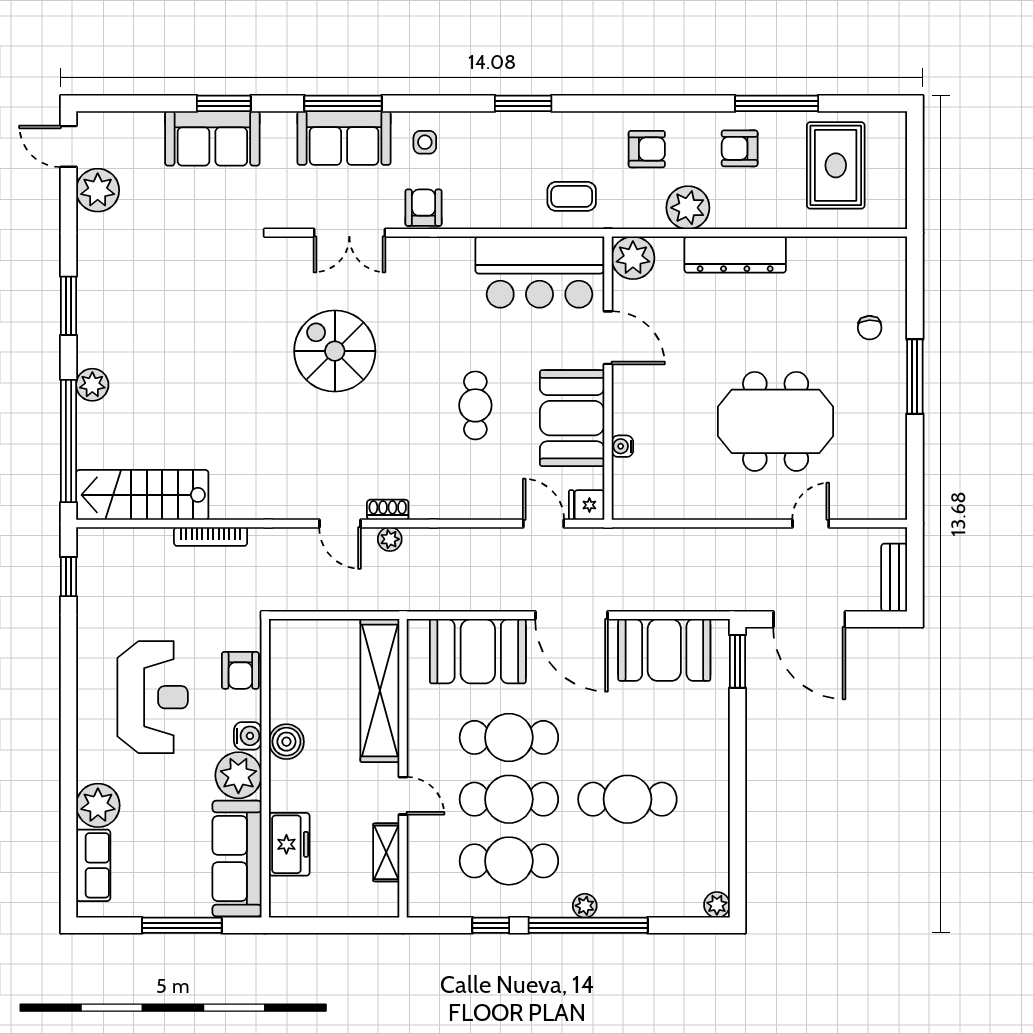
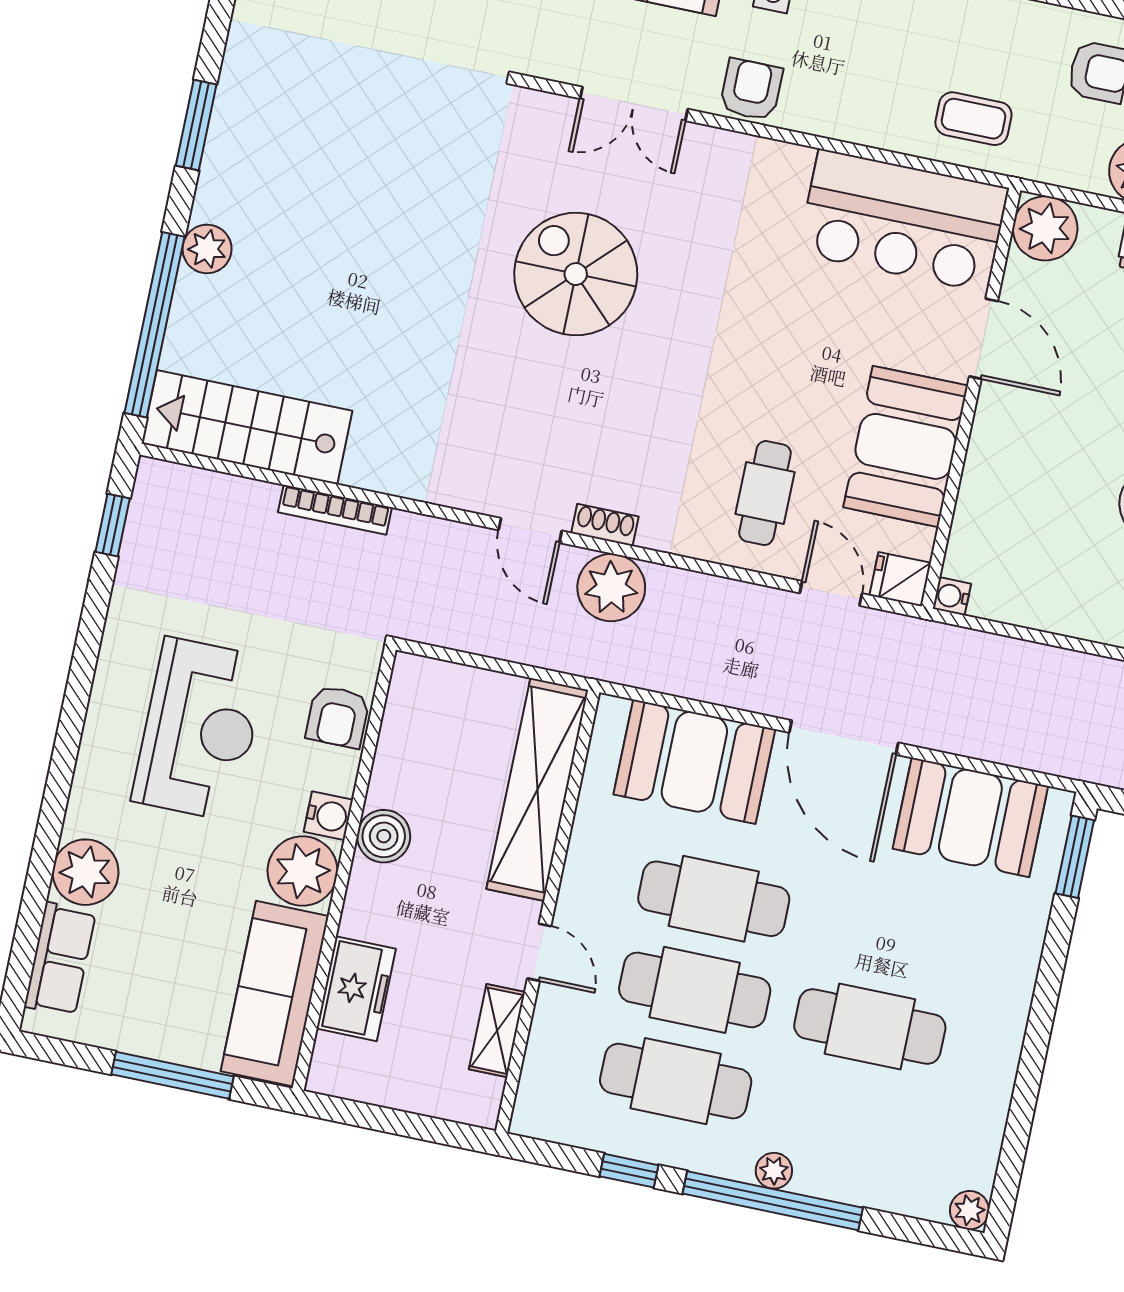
cafe table: (475, 405) -> (765, 493), moved
water cooler: (622, 446) -> (952, 596), moved
plant: (390, 539) -> (611, 588), width x1.87, depth x1.87

